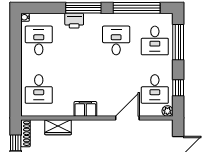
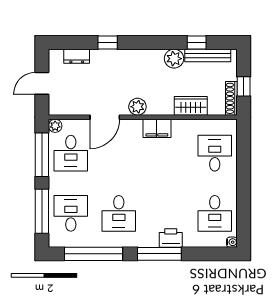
window: (178, 88) -> (42, 155), width x2.17
desk: (155, 89) -> (71, 153), turned 180
plant: (101, 126) -> (137, 107), added

